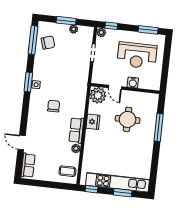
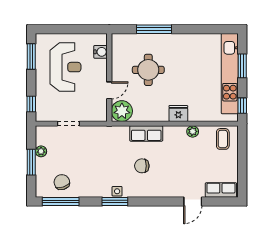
plant: (101, 32) -> (41, 116), removed
water cooler: (133, 83) -> (101, 52), moved
fridge: (93, 122) -> (178, 114), moved
row of seats: (76, 130) -> (146, 133), moved

